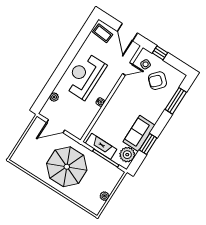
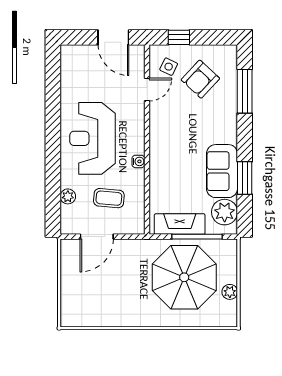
coffee table: (103, 33) -> (109, 198), moved
parasol: (67, 167) -> (184, 277), moved

